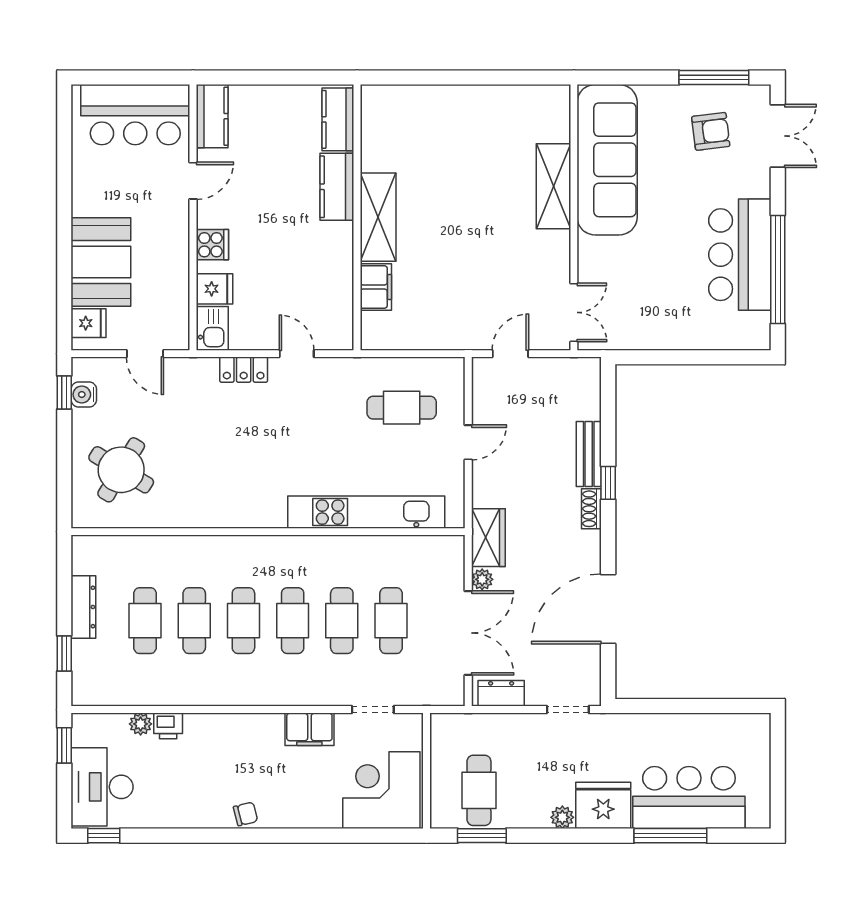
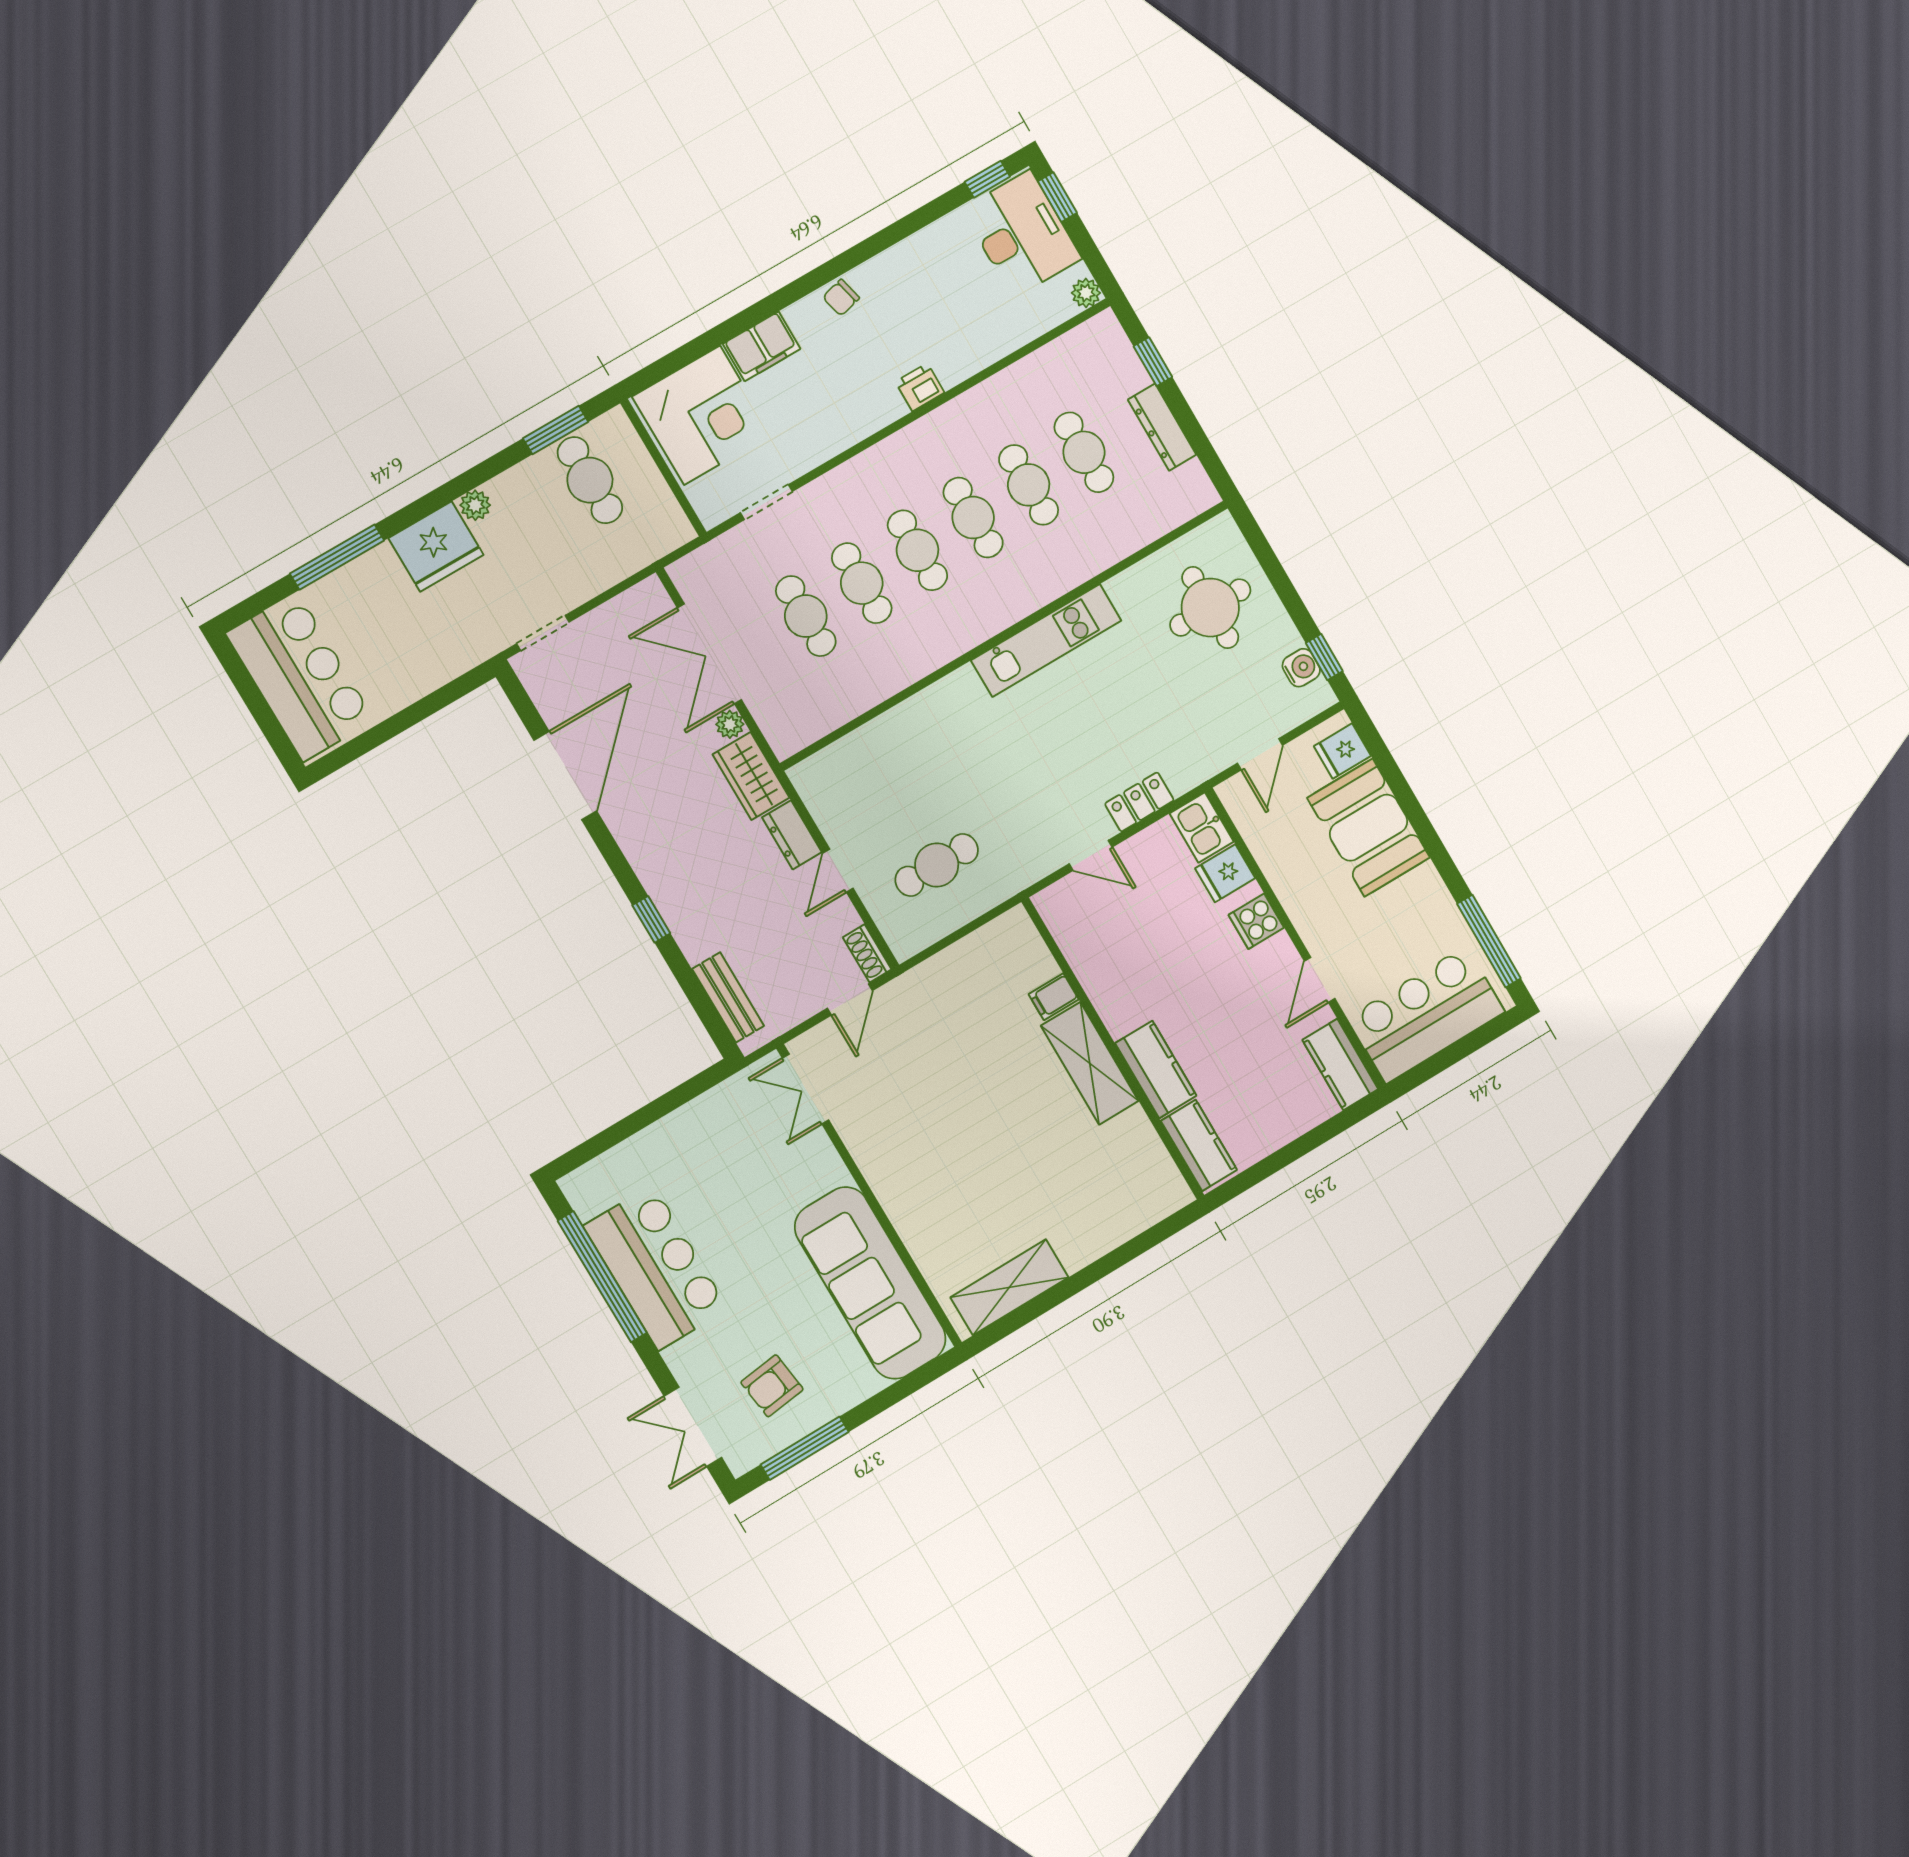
window: (64, 138) -> (1489, 941), added
shelving: (553, 186) -> (1009, 1287), moved, turned 90
filing cabinet: (376, 287) -> (1054, 997), width x0.50
door: (145, 354) -> (1260, 754), swing flipped
bench: (589, 454) -> (728, 997), moved
round table: (121, 470) -> (1210, 608), turned -31
shoe rack: (591, 509) -> (867, 953), moved, turned 180
kitchen unit: (366, 512) -> (1046, 640), moved, width x0.73
dresser: (501, 693) -> (792, 835), moved, turned 90
plant: (141, 724) -> (1086, 293), moved
printer: (168, 726) -> (920, 387), moved
filing cabinet: (309, 729) -> (762, 346), moved, turned 180
window: (64, 745) -> (1057, 197), moved
bar counter: (689, 797) -> (300, 677), moved, turned -90

